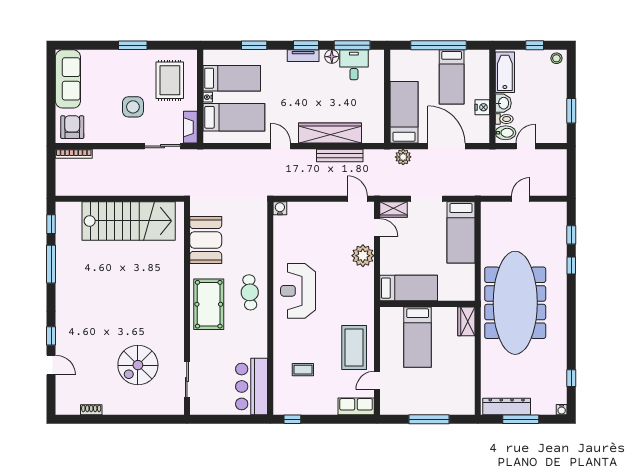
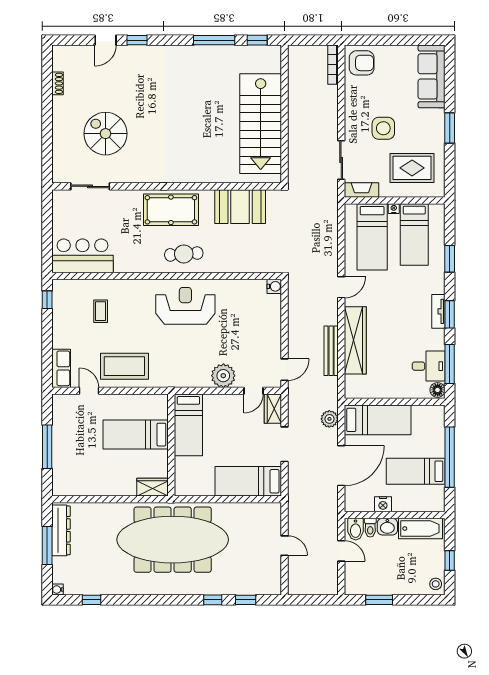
floor lamp: (332, 57) -> (438, 390), moved
sofa: (68, 79) -> (432, 76), moved, turned 90

